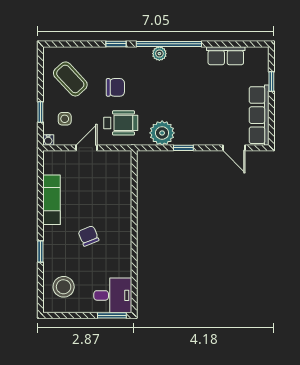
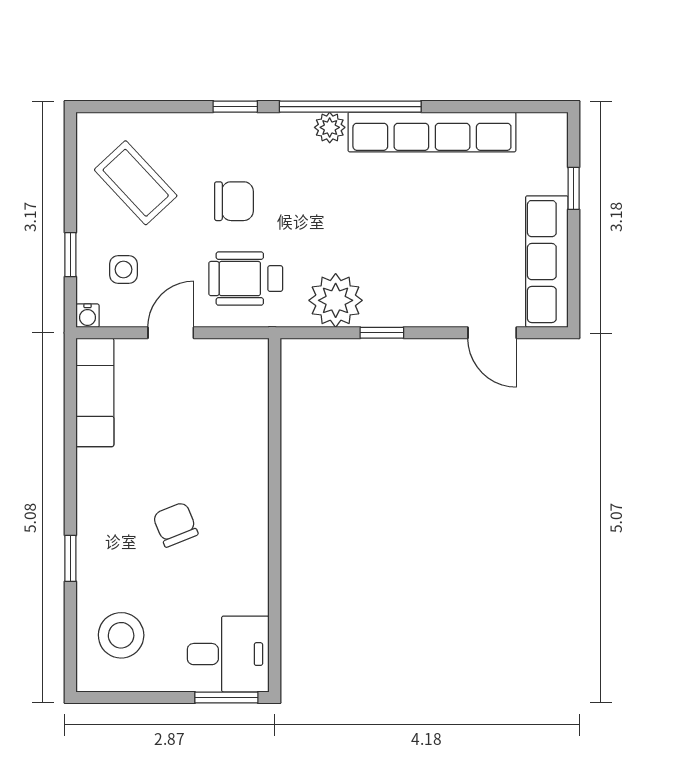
row of seats: (226, 56) -> (432, 132), width x2.02
wheelchair: (121, 123) -> (246, 279), turned 180
exam couch: (51, 200) -> (95, 392), moved

